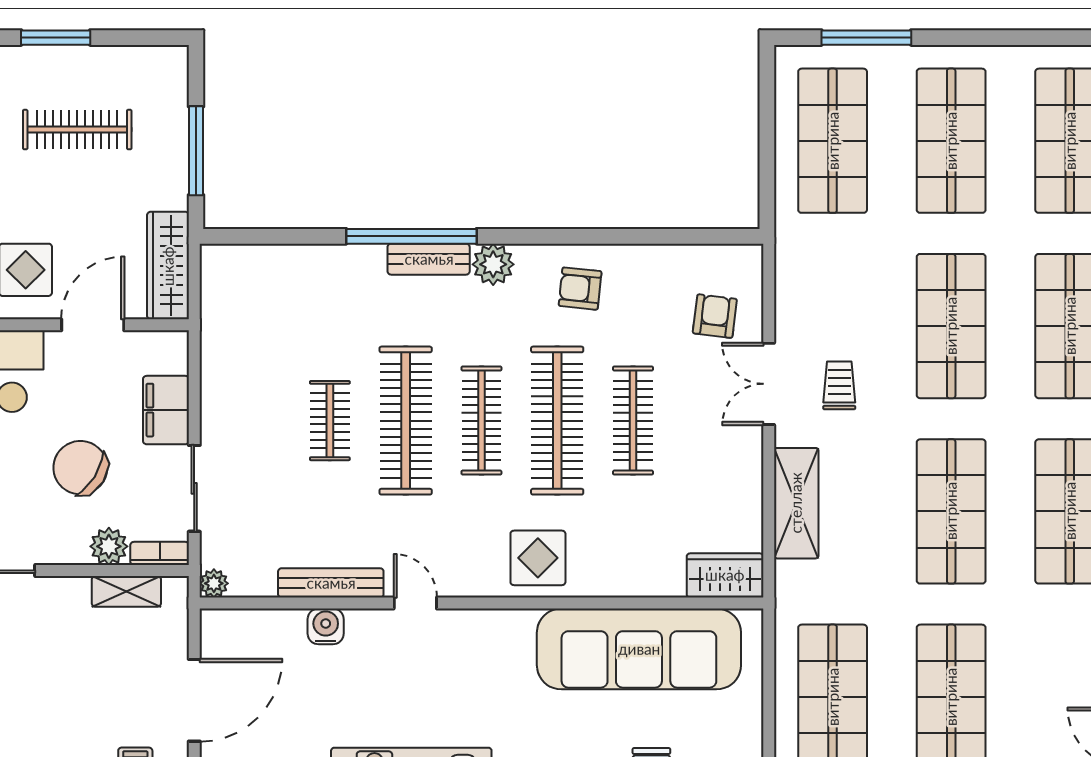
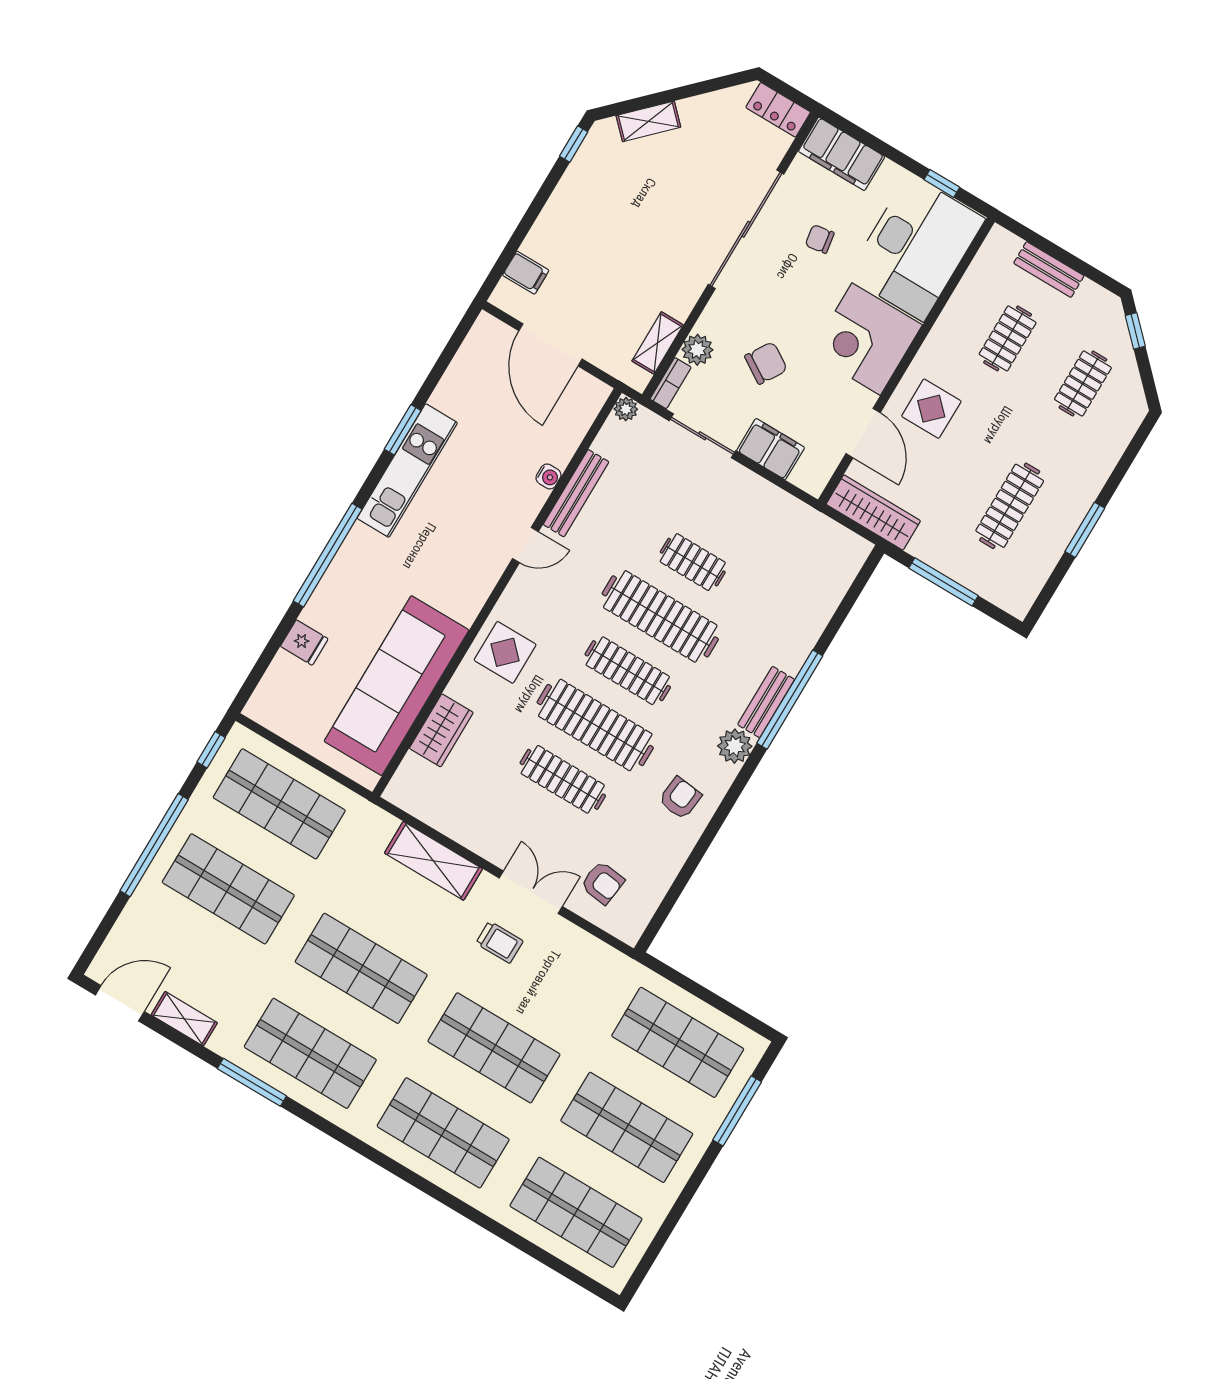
chair: (80, 468) -> (766, 363), width x0.73, depth x0.73
wardrobe: (725, 575) -> (441, 730), moved
water cooler: (326, 626) -> (548, 476), width x0.72, depth x0.72

